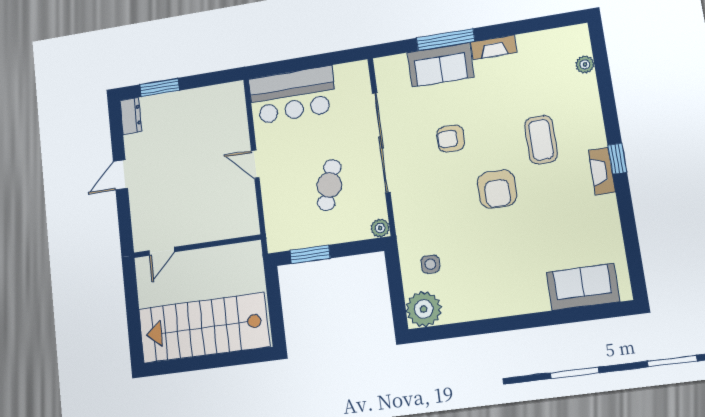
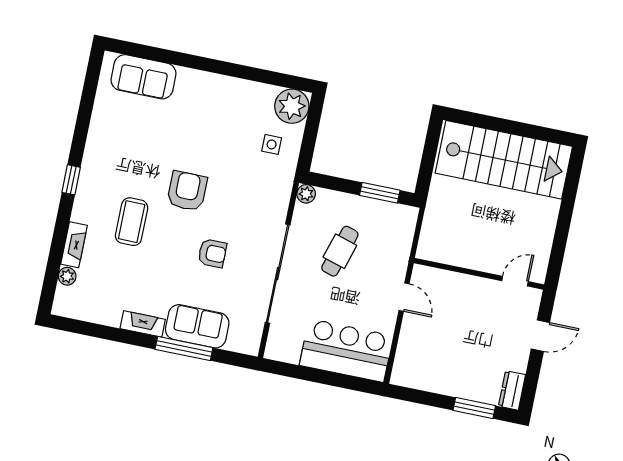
fireplace: (602, 171) -> (74, 245), moved
wall: (197, 246) -> (479, 274), moved
door: (162, 251) -> (515, 281), moved

